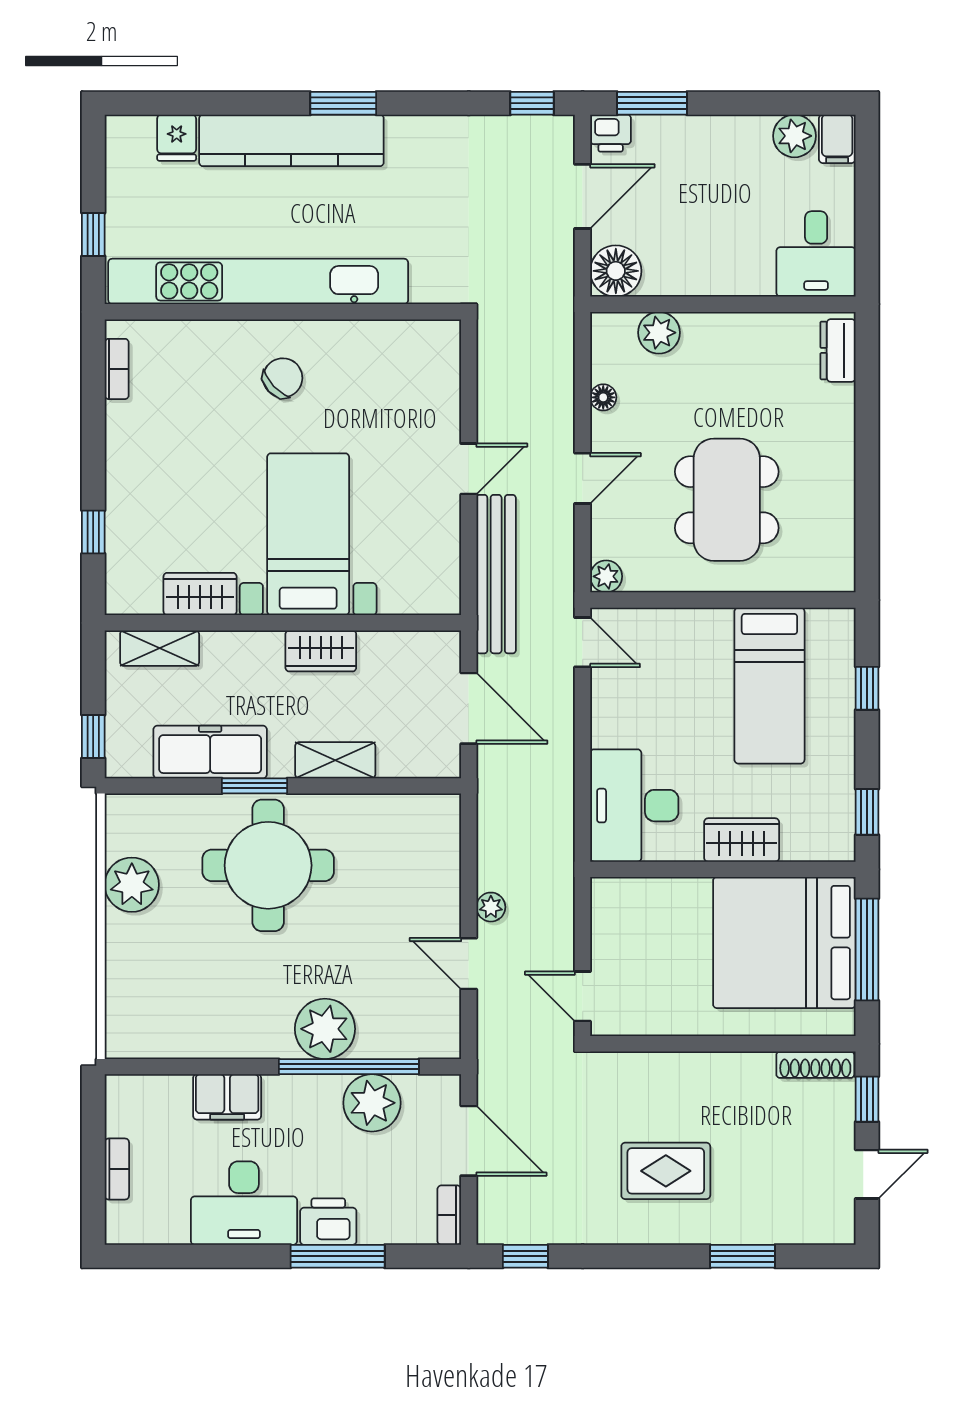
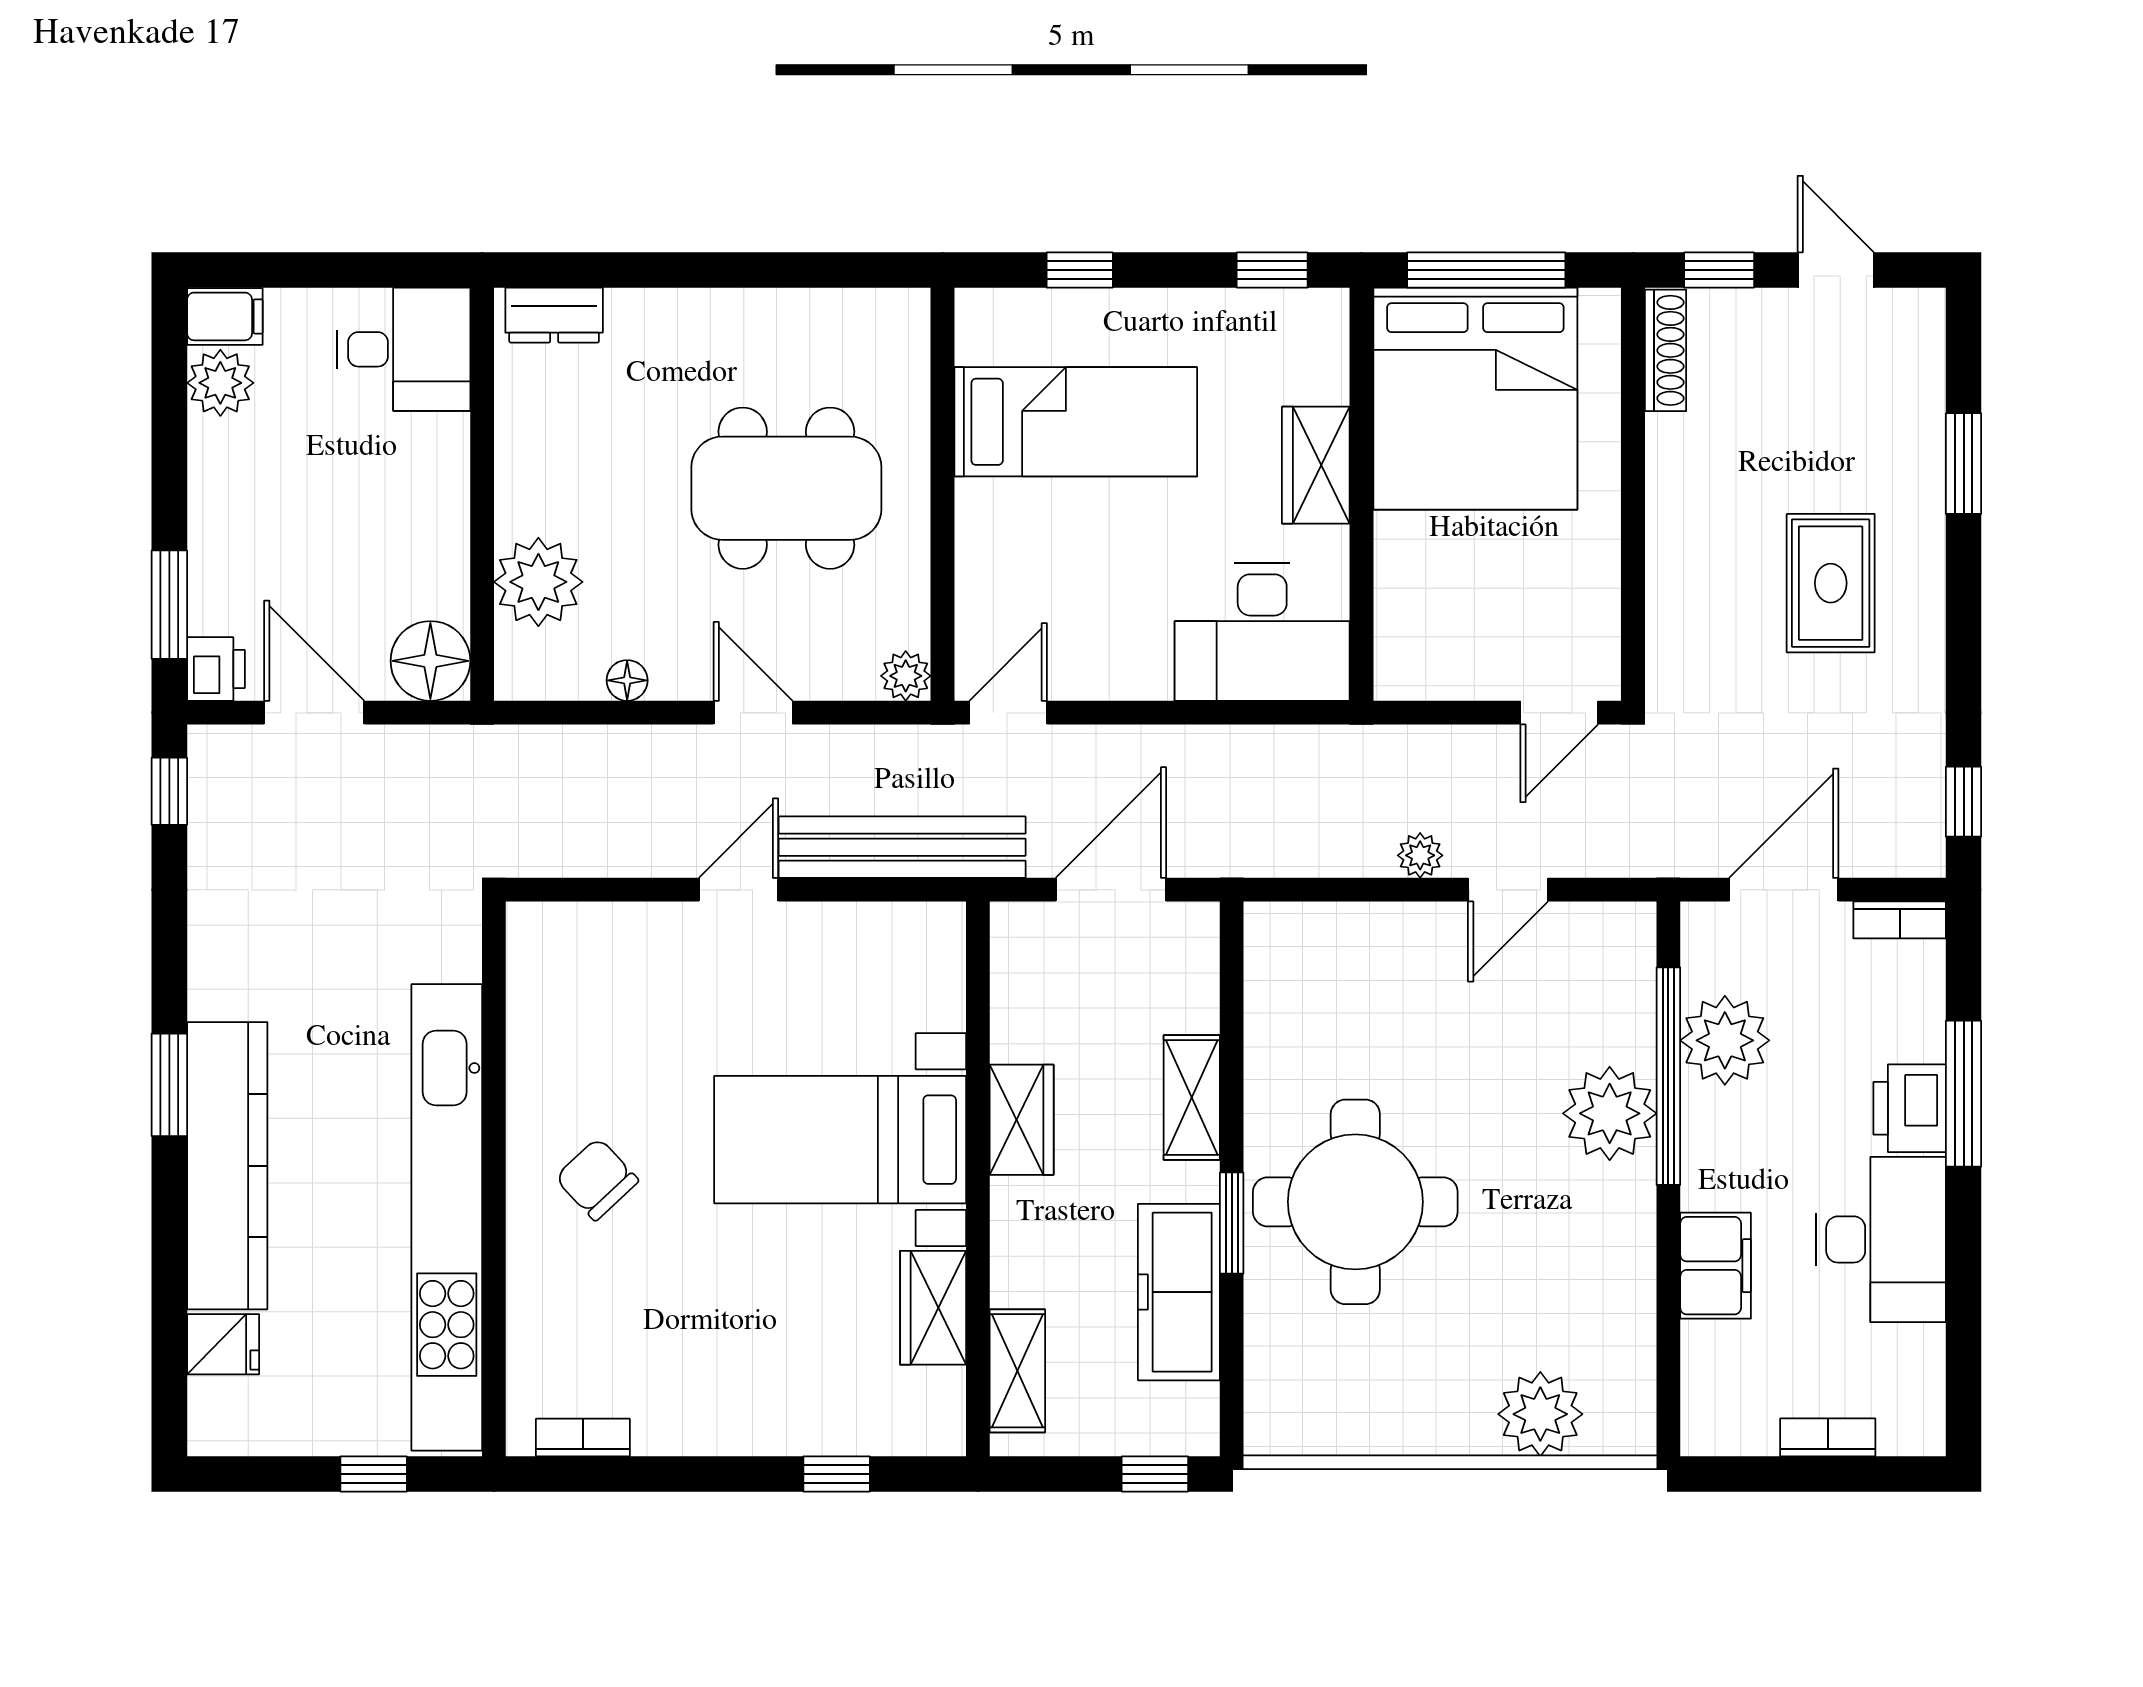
plant: (659, 333) -> (538, 582), width x1.36, depth x1.36
door: (469, 469) -> (738, 890), hinge flipped
plant: (132, 885) -> (1540, 1414), moved

